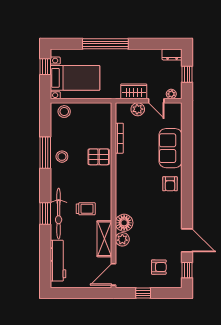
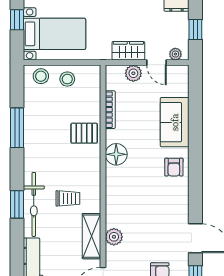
stool: (62, 157) -> (67, 79), moved
floor lamp: (124, 223) -> (116, 154), moved

